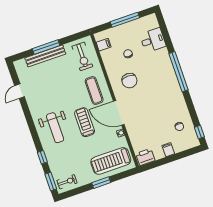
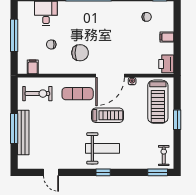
treadmill: (85, 122) -> (107, 115), turned 180
window: (42, 157) -> (103, 172), moved

